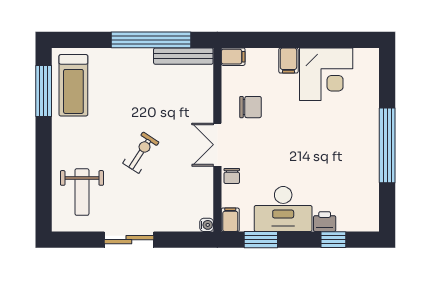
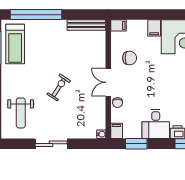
window: (151, 40) -> (36, 15), moved
desk: (283, 209) -> (156, 124), width x0.73

